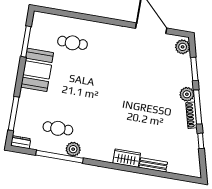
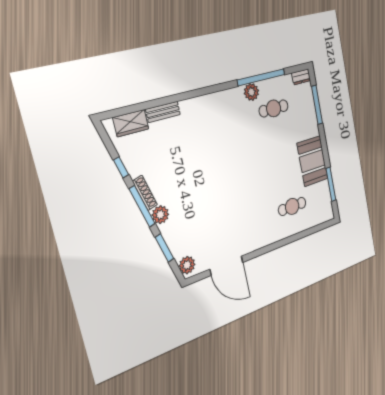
wardrobe: (127, 158) -> (131, 123), moved

